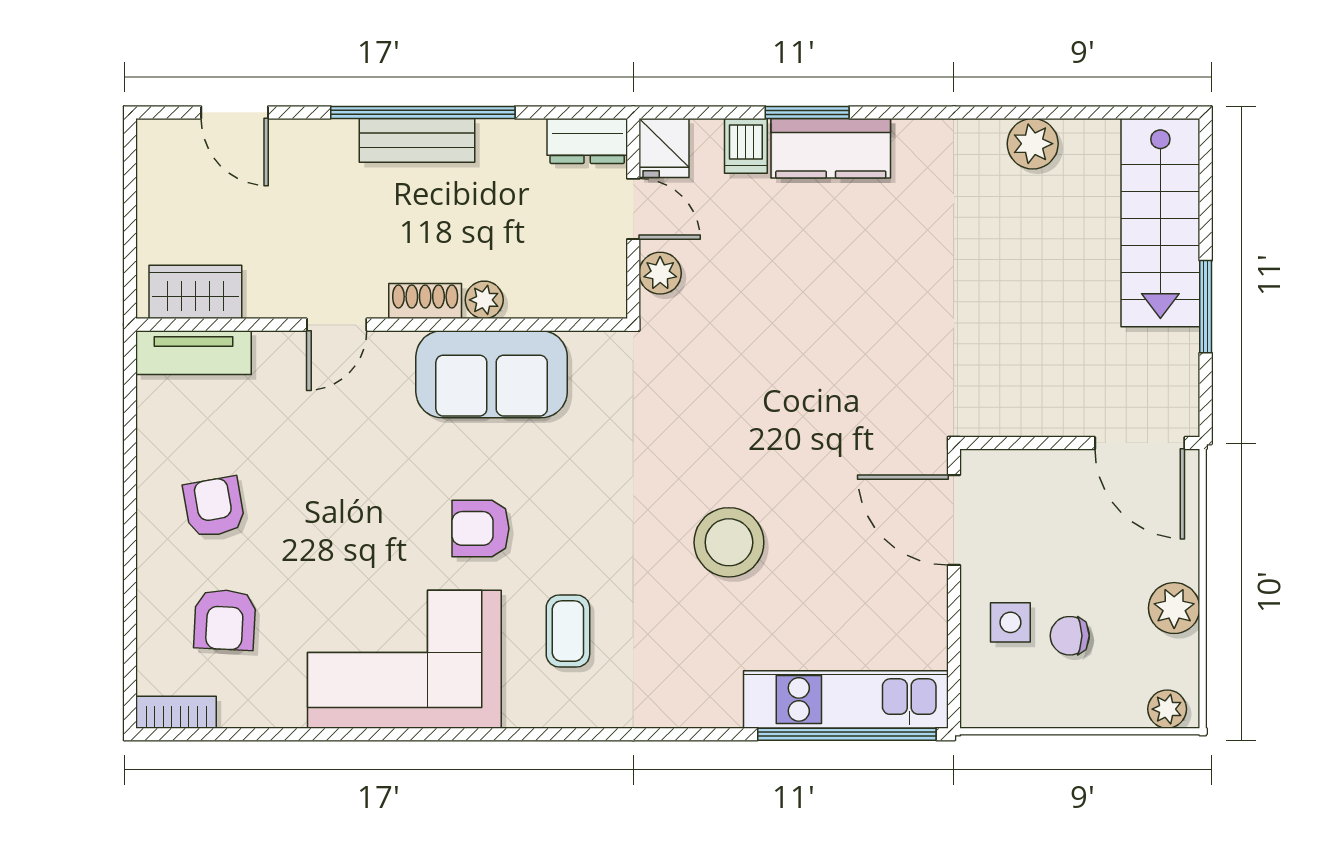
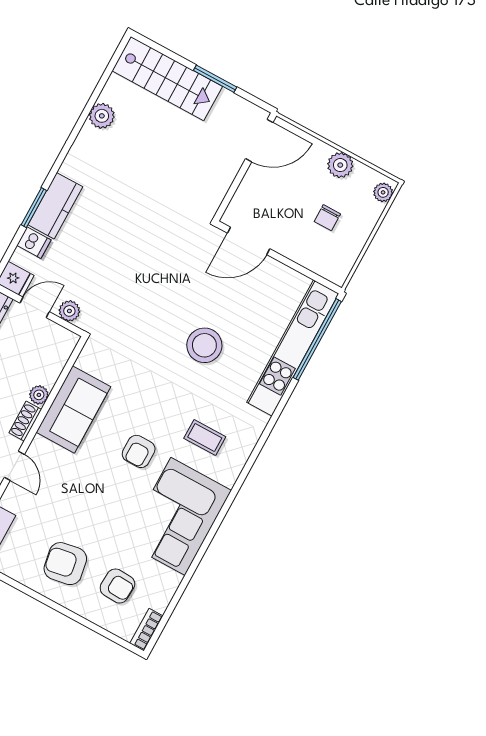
armchair: (214, 507) -> (65, 564), width x1.38, depth x1.38
side table: (1010, 622) -> (307, 241), removed
kitchen unit: (846, 699) -> (293, 348), width x1.36

